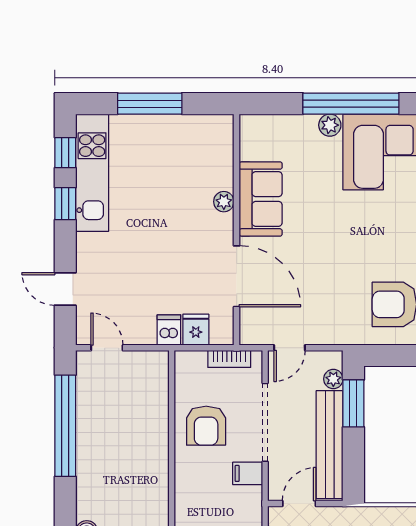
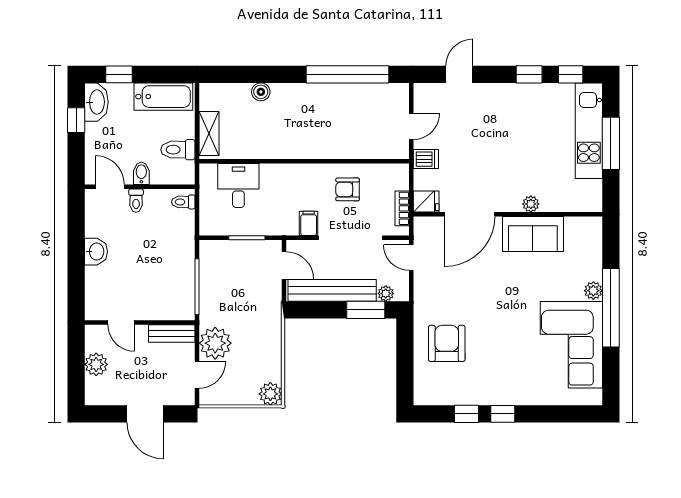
kitchen unit: (92, 173) -> (589, 131), moved, turned 90
fridge: (196, 330) -> (426, 202), moved
door: (107, 348) -> (411, 126), moved
armchair: (206, 426) -> (348, 189), width x0.72, depth x0.72

